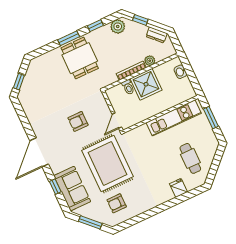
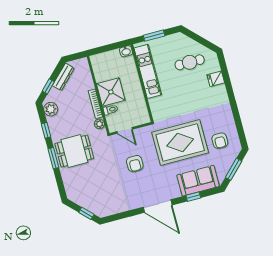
dresser: (157, 35) -> (63, 77), width x1.44
plant: (150, 61) -> (99, 124), moved
washbasin: (180, 72) -> (126, 51), moved
door: (117, 121) -> (125, 130), moved

